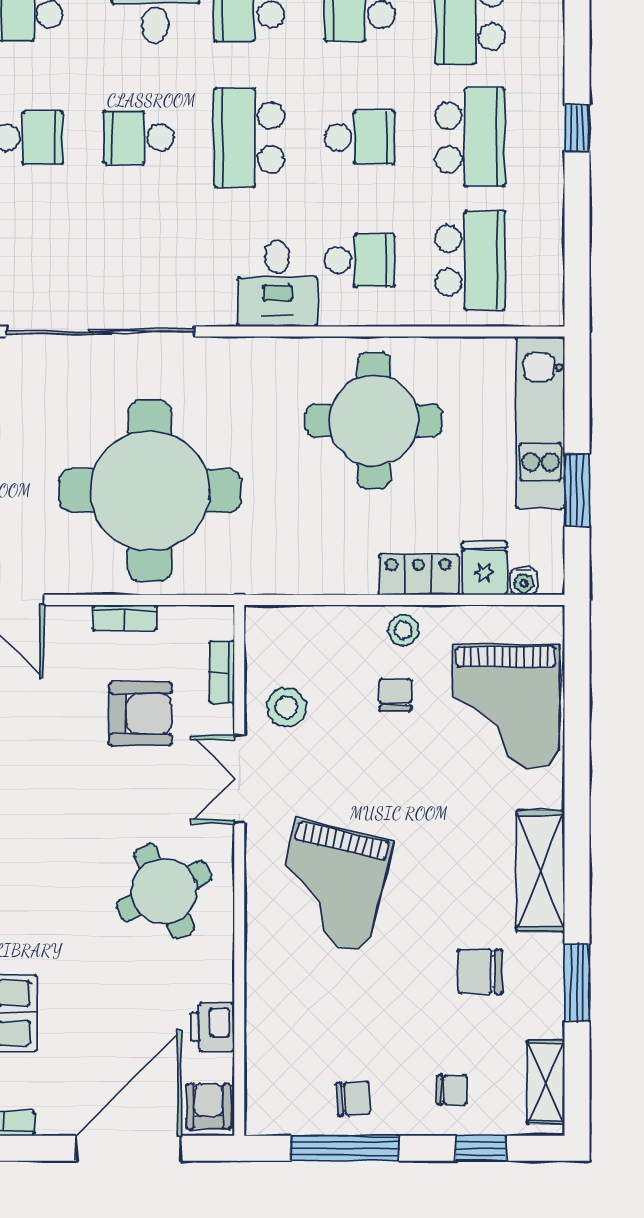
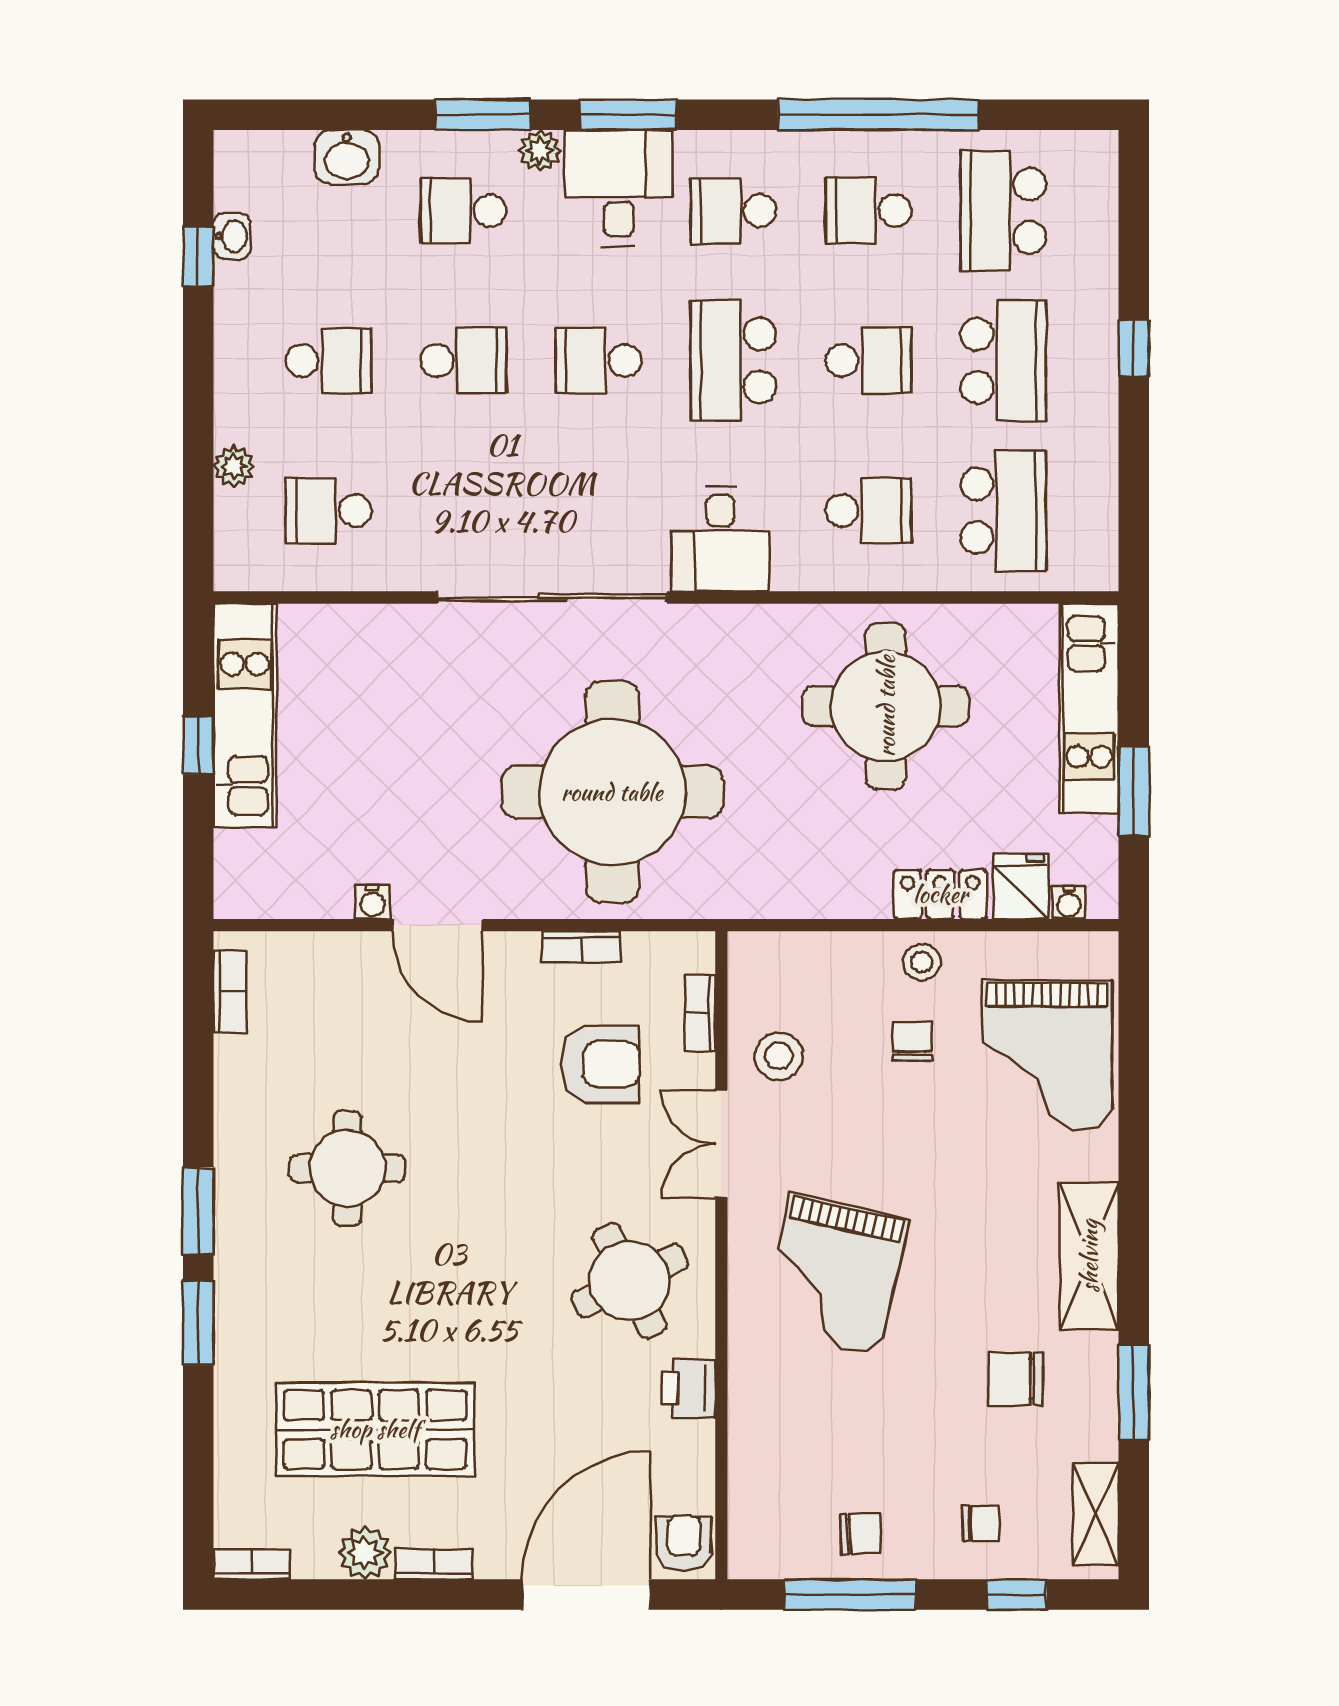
desk: (277, 284) -> (720, 539), moved
printer: (212, 1027) -> (689, 1388), moved

